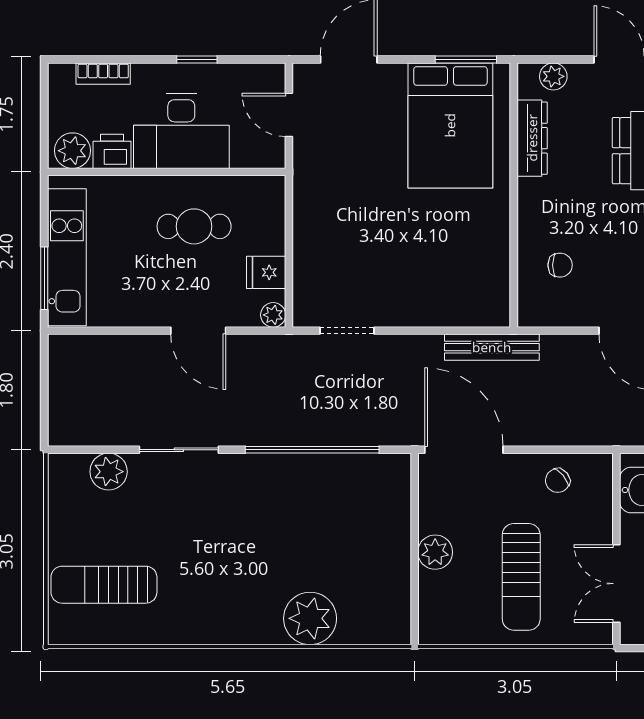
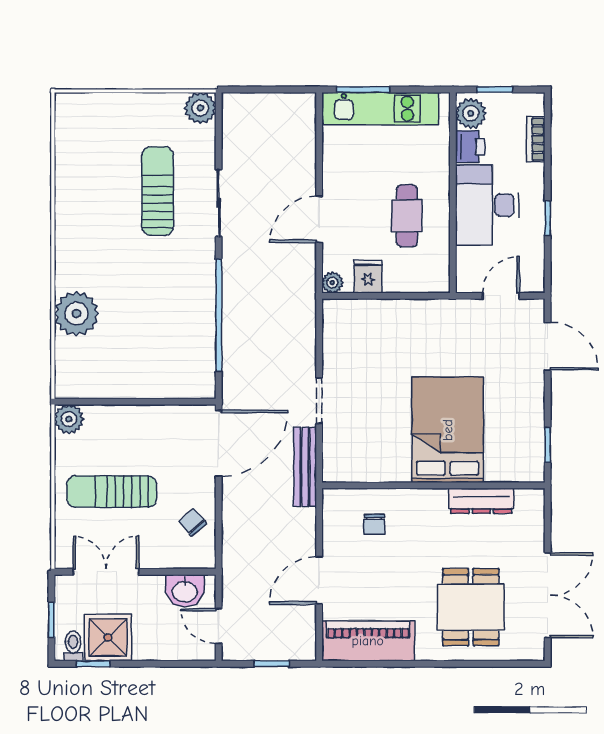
window: (466, 59) -> (548, 445), width x0.67
plant: (553, 76) -> (533, 519), removed
window: (44, 122) -> (495, 90), added
bed: (450, 125) -> (448, 430), moved, turned 90
doorway: (347, 331) -> (319, 401), moved
plant: (109, 472) -> (200, 108), moved
plant: (435, 552) -> (69, 419), moved
sun lounger: (104, 585) -> (158, 191), moved

